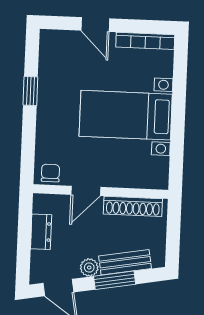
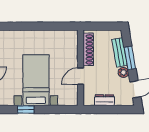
bed with nightstands: (126, 115) -> (36, 80), moved, turned 180
chair: (50, 173) -> (71, 96), removed
door: (86, 191) -> (80, 76), swing flipped

